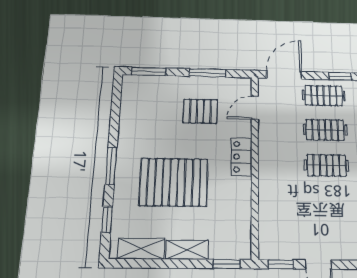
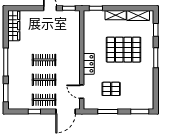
door: (255, 108) -> (82, 92), swing flipped

